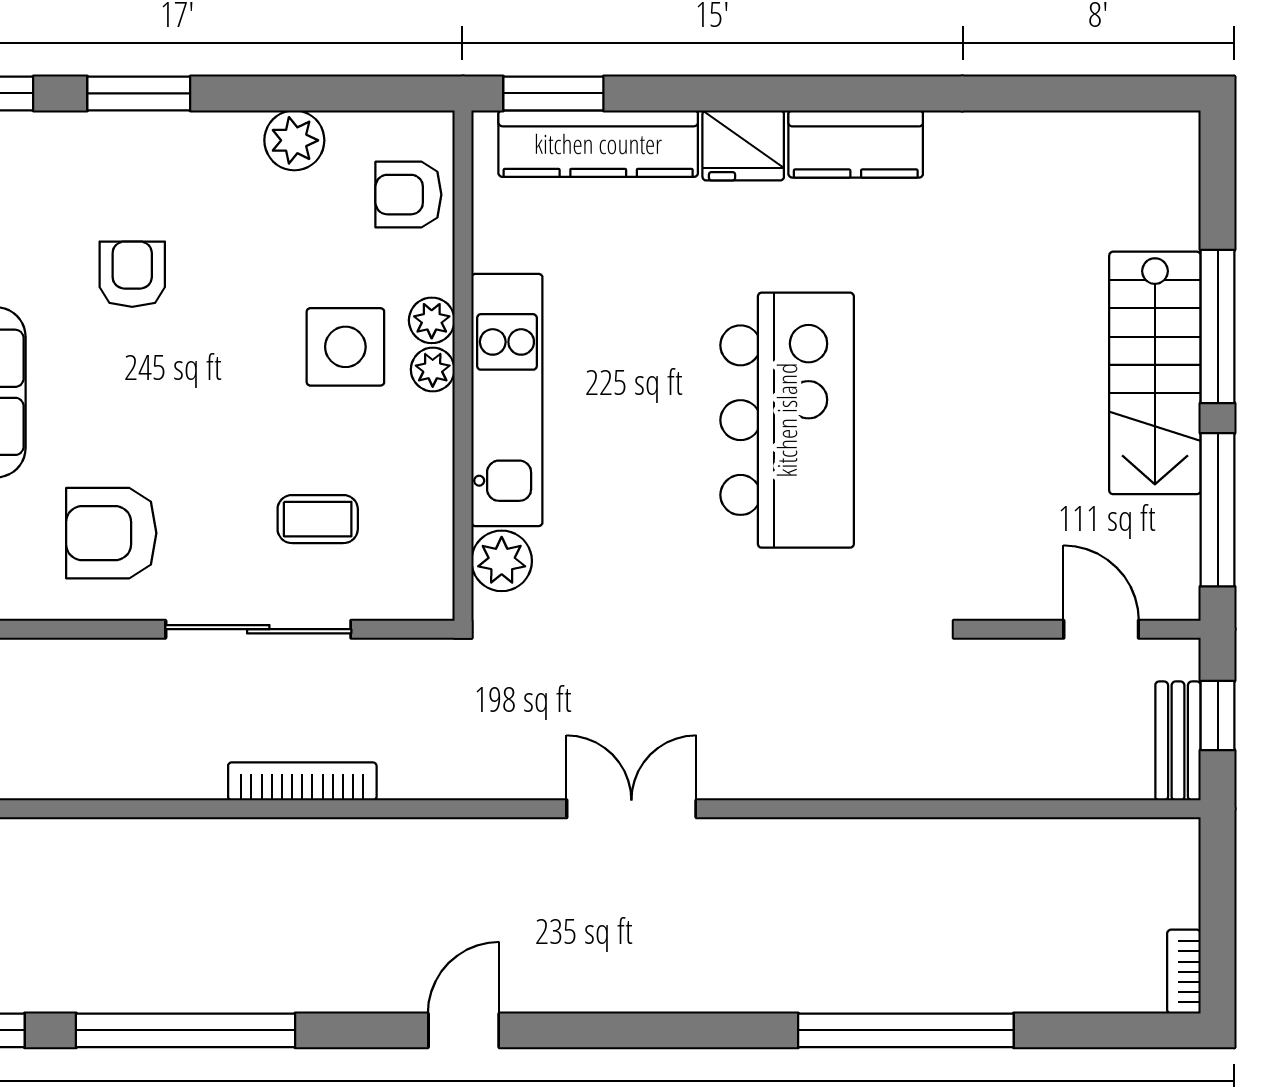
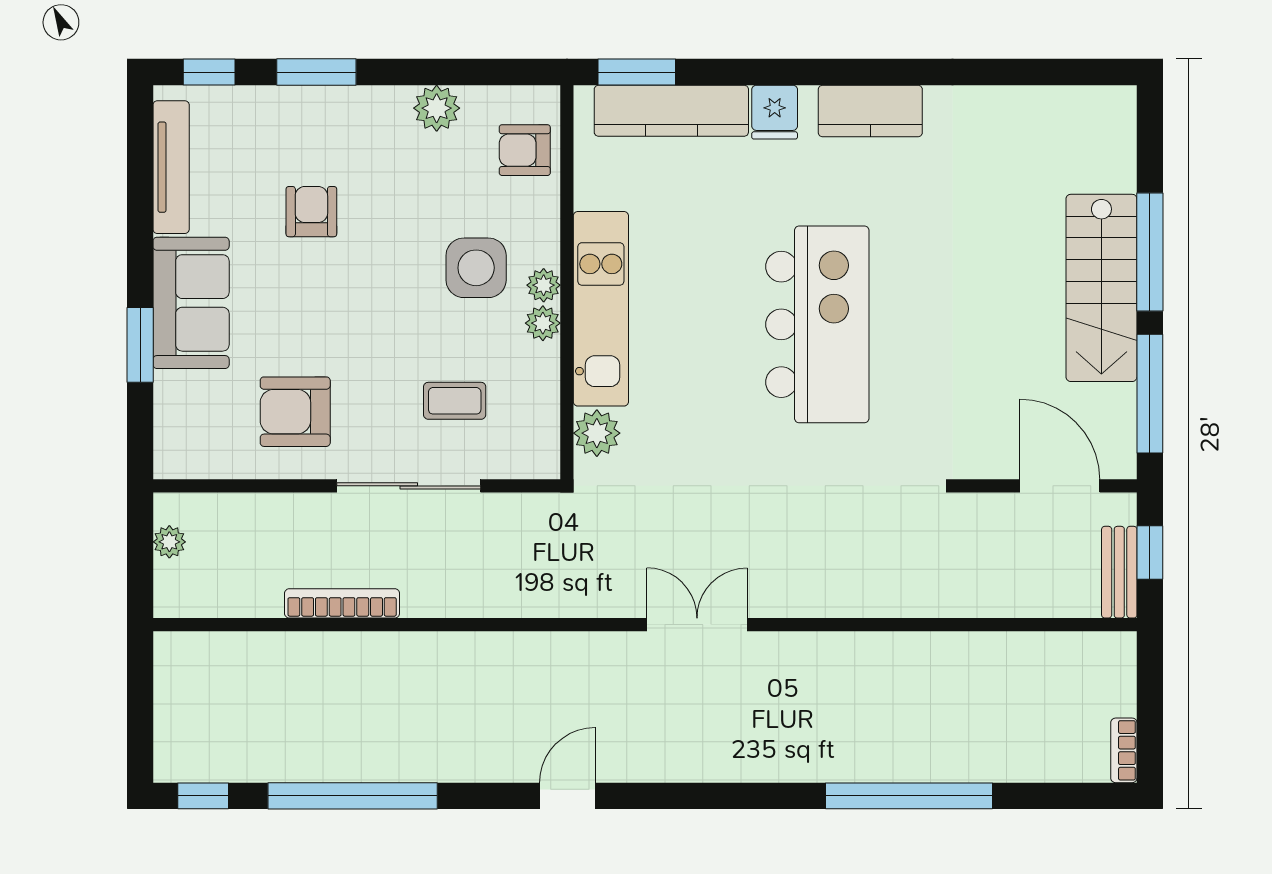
fridge: (743, 145) -> (775, 112), width x0.72
plant: (432, 320) -> (543, 323), moved
door: (1101, 629) -> (1060, 486), width x1.37
bookcase: (302, 781) -> (342, 603), moved

